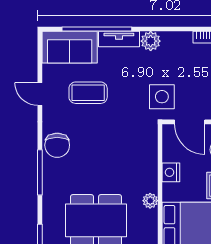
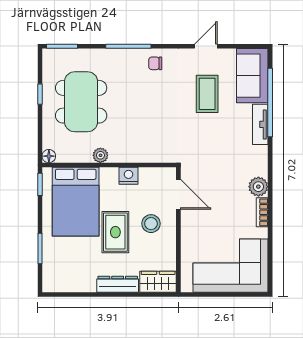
plant: (151, 41) -> (258, 187), moved
side table: (162, 97) -> (203, 167), removed
door: (190, 122) -> (178, 194), swing flipped
chair: (57, 145) -> (155, 63), width x0.54, depth x0.54

